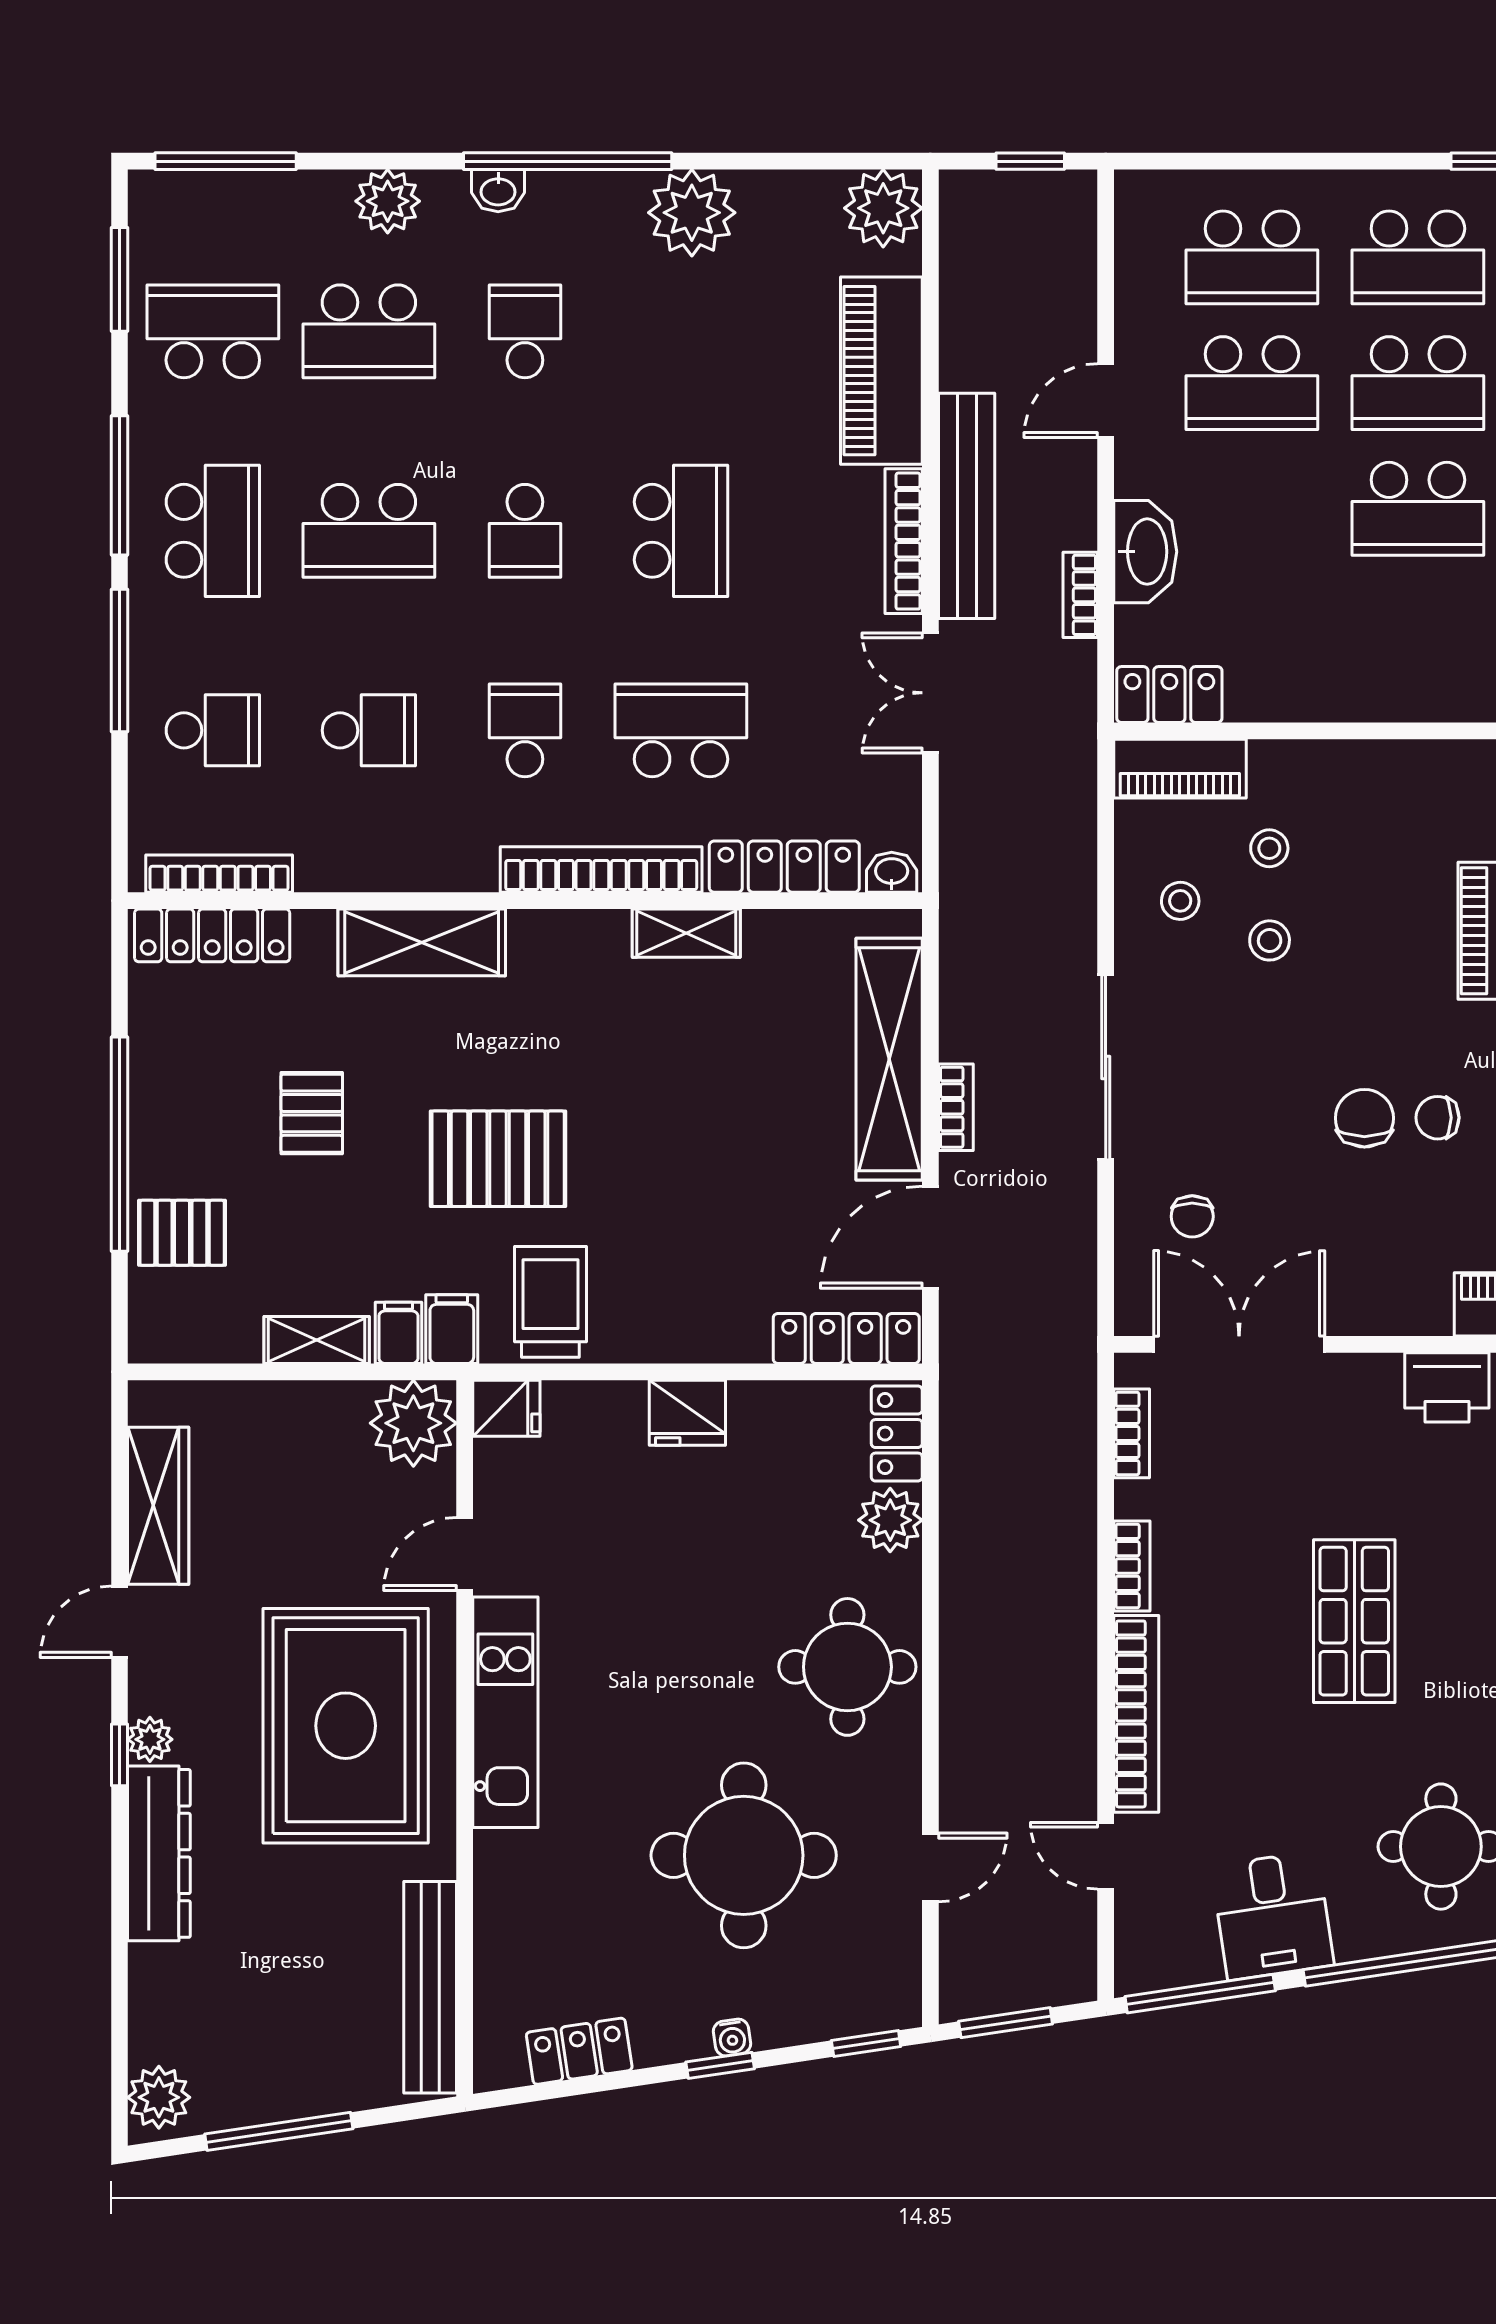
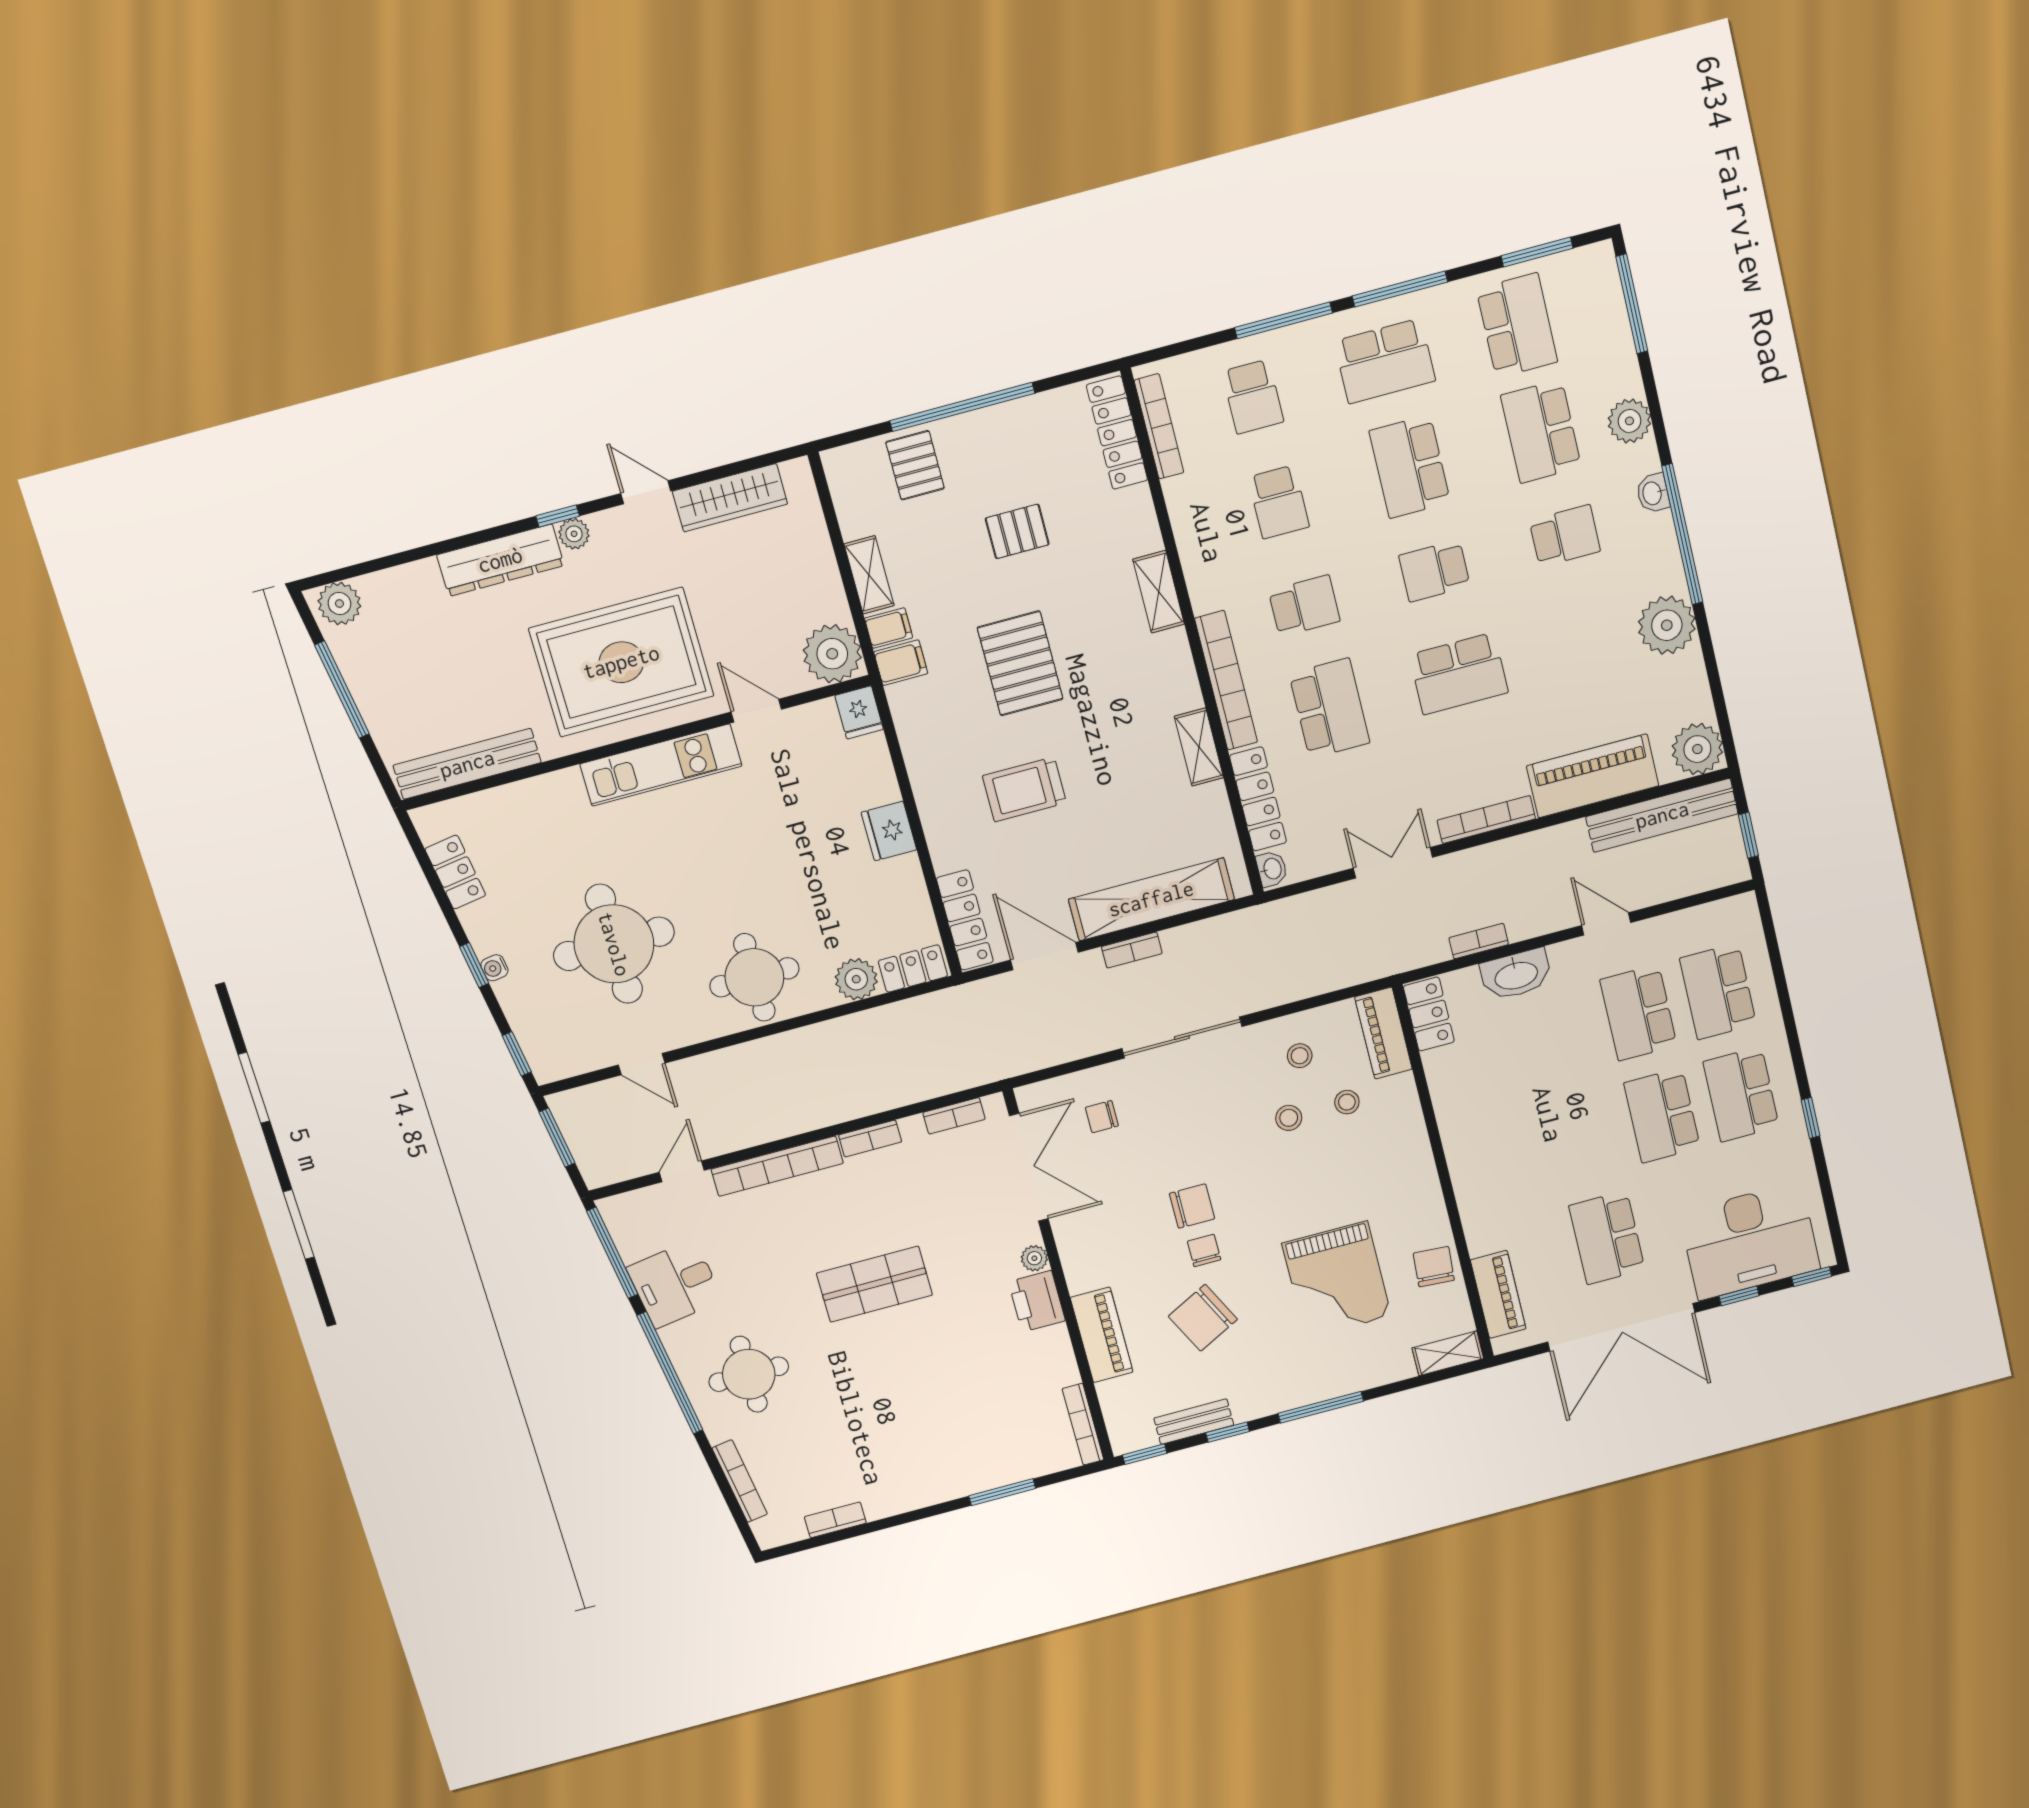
bench: (967, 506) -> (1662, 815), moved
school desk: (1418, 509) -> (1583, 1137), removed
shelving: (422, 942) -> (1159, 592), width x0.67, depth x0.75
trolley: (550, 1302) -> (1024, 789), moved, turned 180
plant: (1380, 1373) -> (1034, 1258), added

